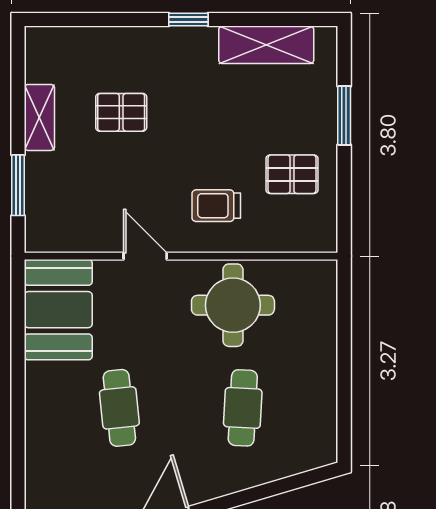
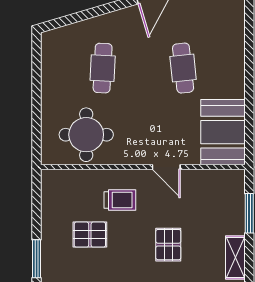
pallet: (121, 112) -> (168, 245), moved, turned 90
pallet: (292, 174) -> (90, 235), moved
round table: (233, 305) -> (86, 135), moved

